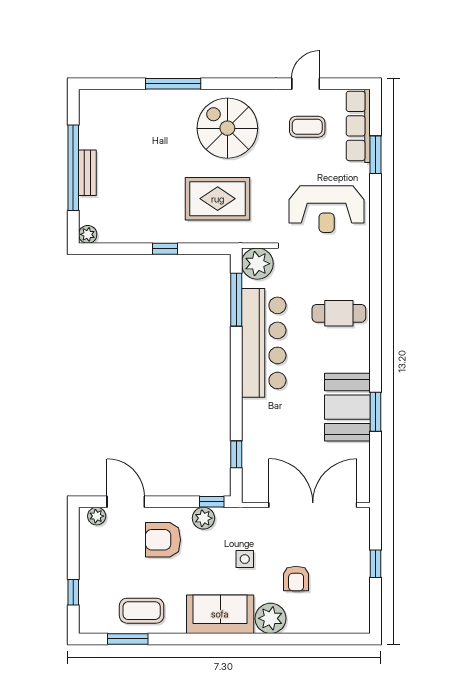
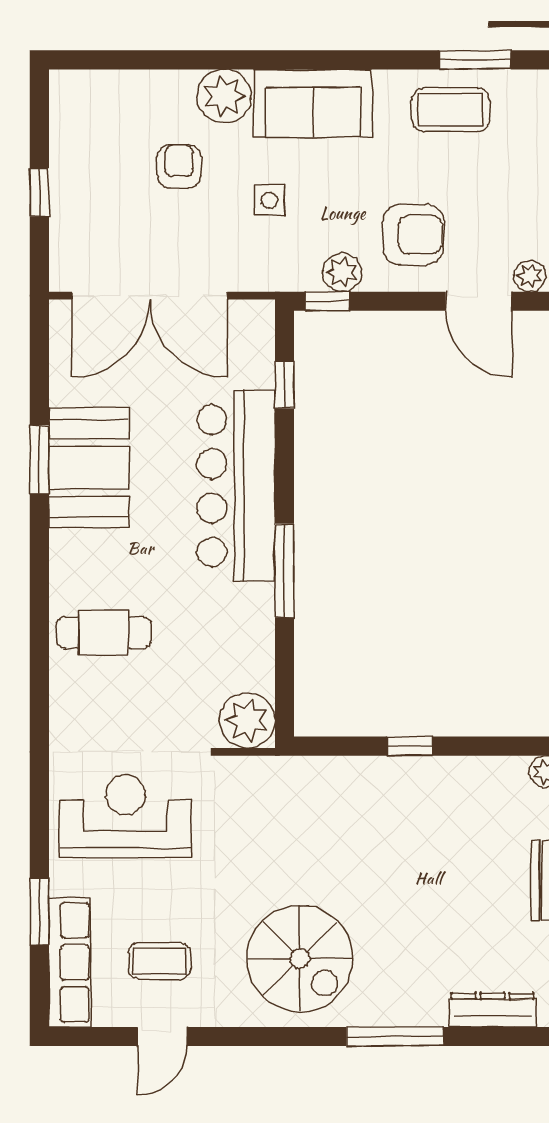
dresser: (118, 99) -> (493, 1010), added
rug: (218, 199) -> (317, 834), removed
window: (236, 300) -> (284, 571), moved
bar counter: (264, 343) -> (236, 486), moved

